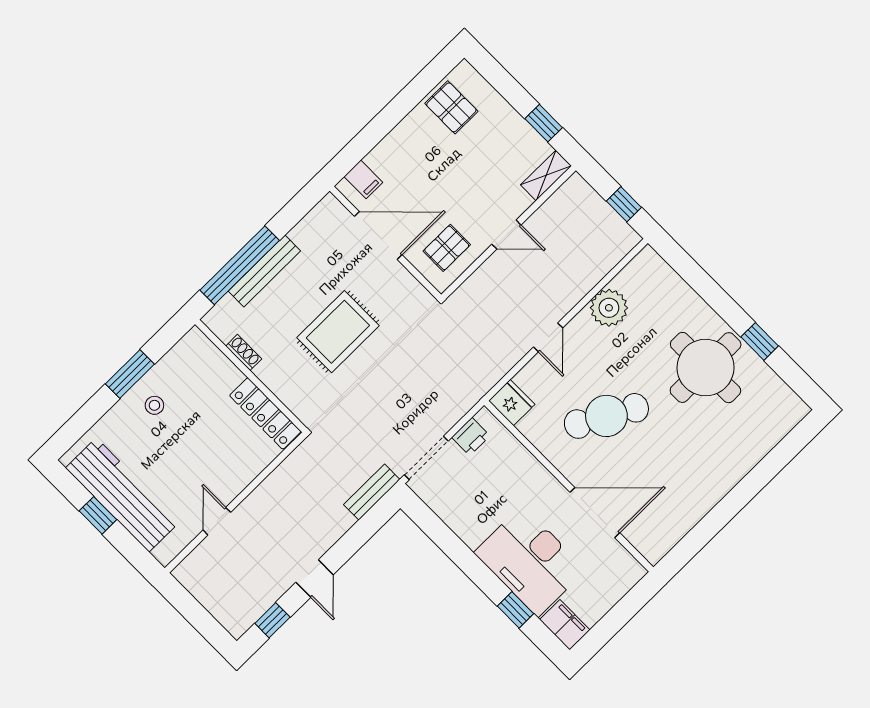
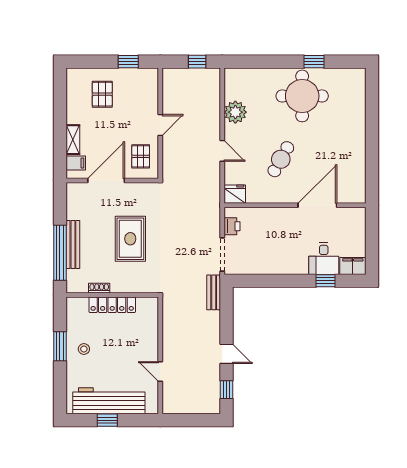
pallet: (451, 107) -> (102, 94), moved, turned 90
shelving: (546, 175) -> (73, 140), moved
locker: (265, 413) -> (112, 305), moved
cafe table: (606, 416) -> (281, 159), width x0.73, depth x0.74
desk: (530, 561) -> (324, 259), width x0.53, depth x0.77

